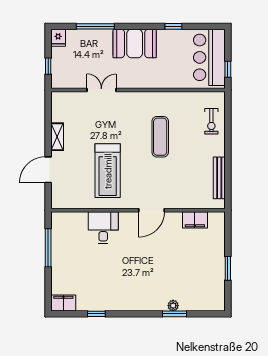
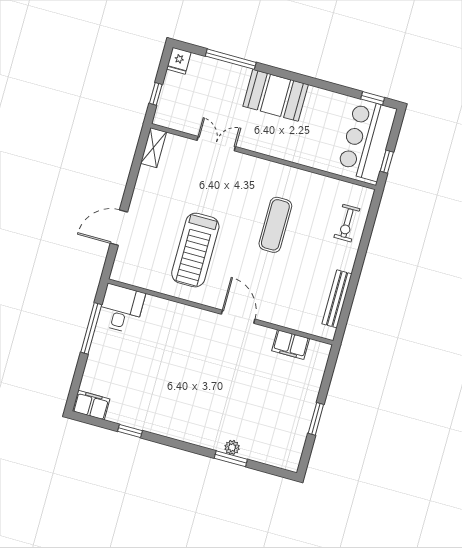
window: (173, 26) -> (373, 98), moved
shelving: (57, 137) -> (154, 148), moved
door: (152, 210) -> (238, 317), swing flipped
desk: (103, 228) -> (121, 309), moved

